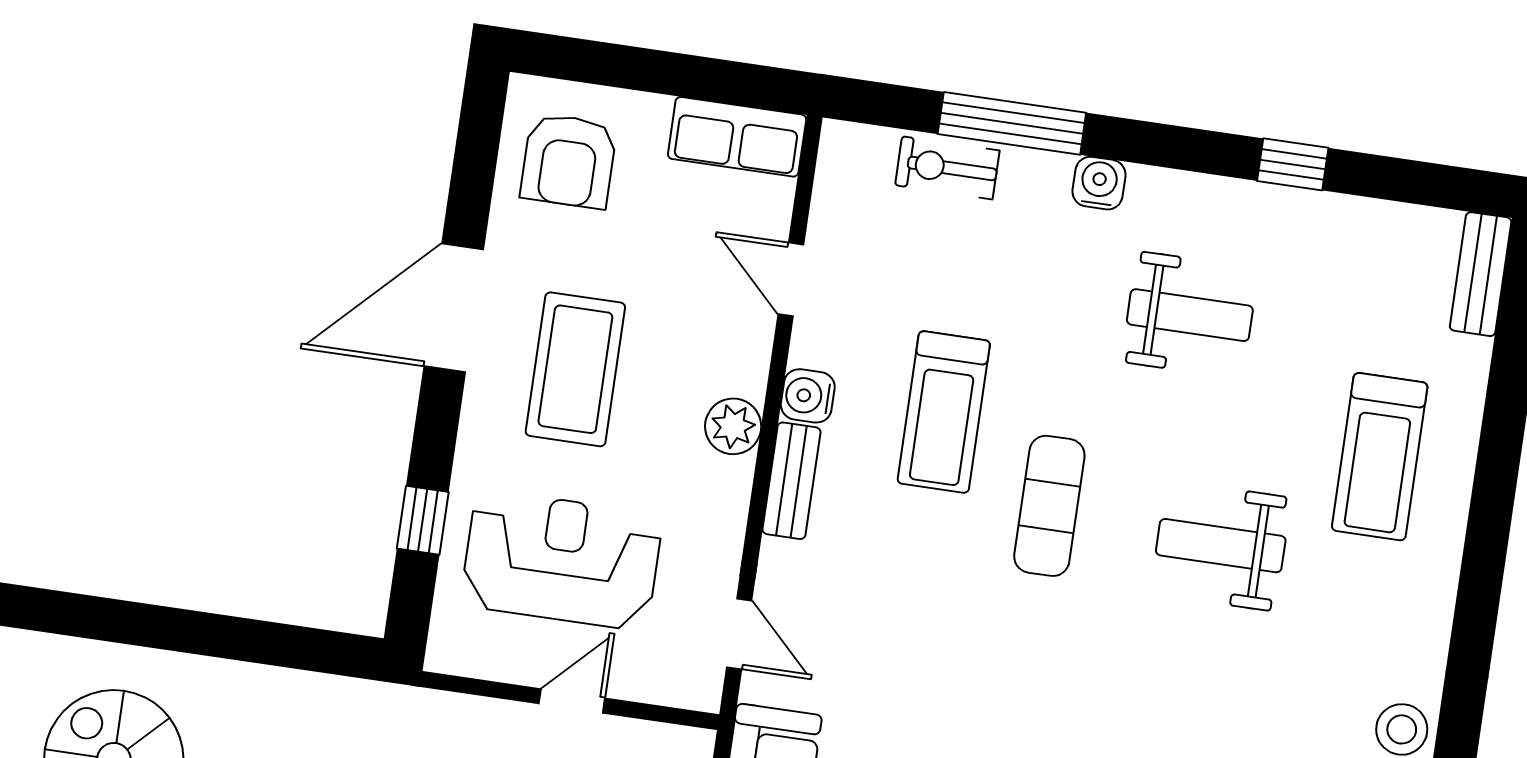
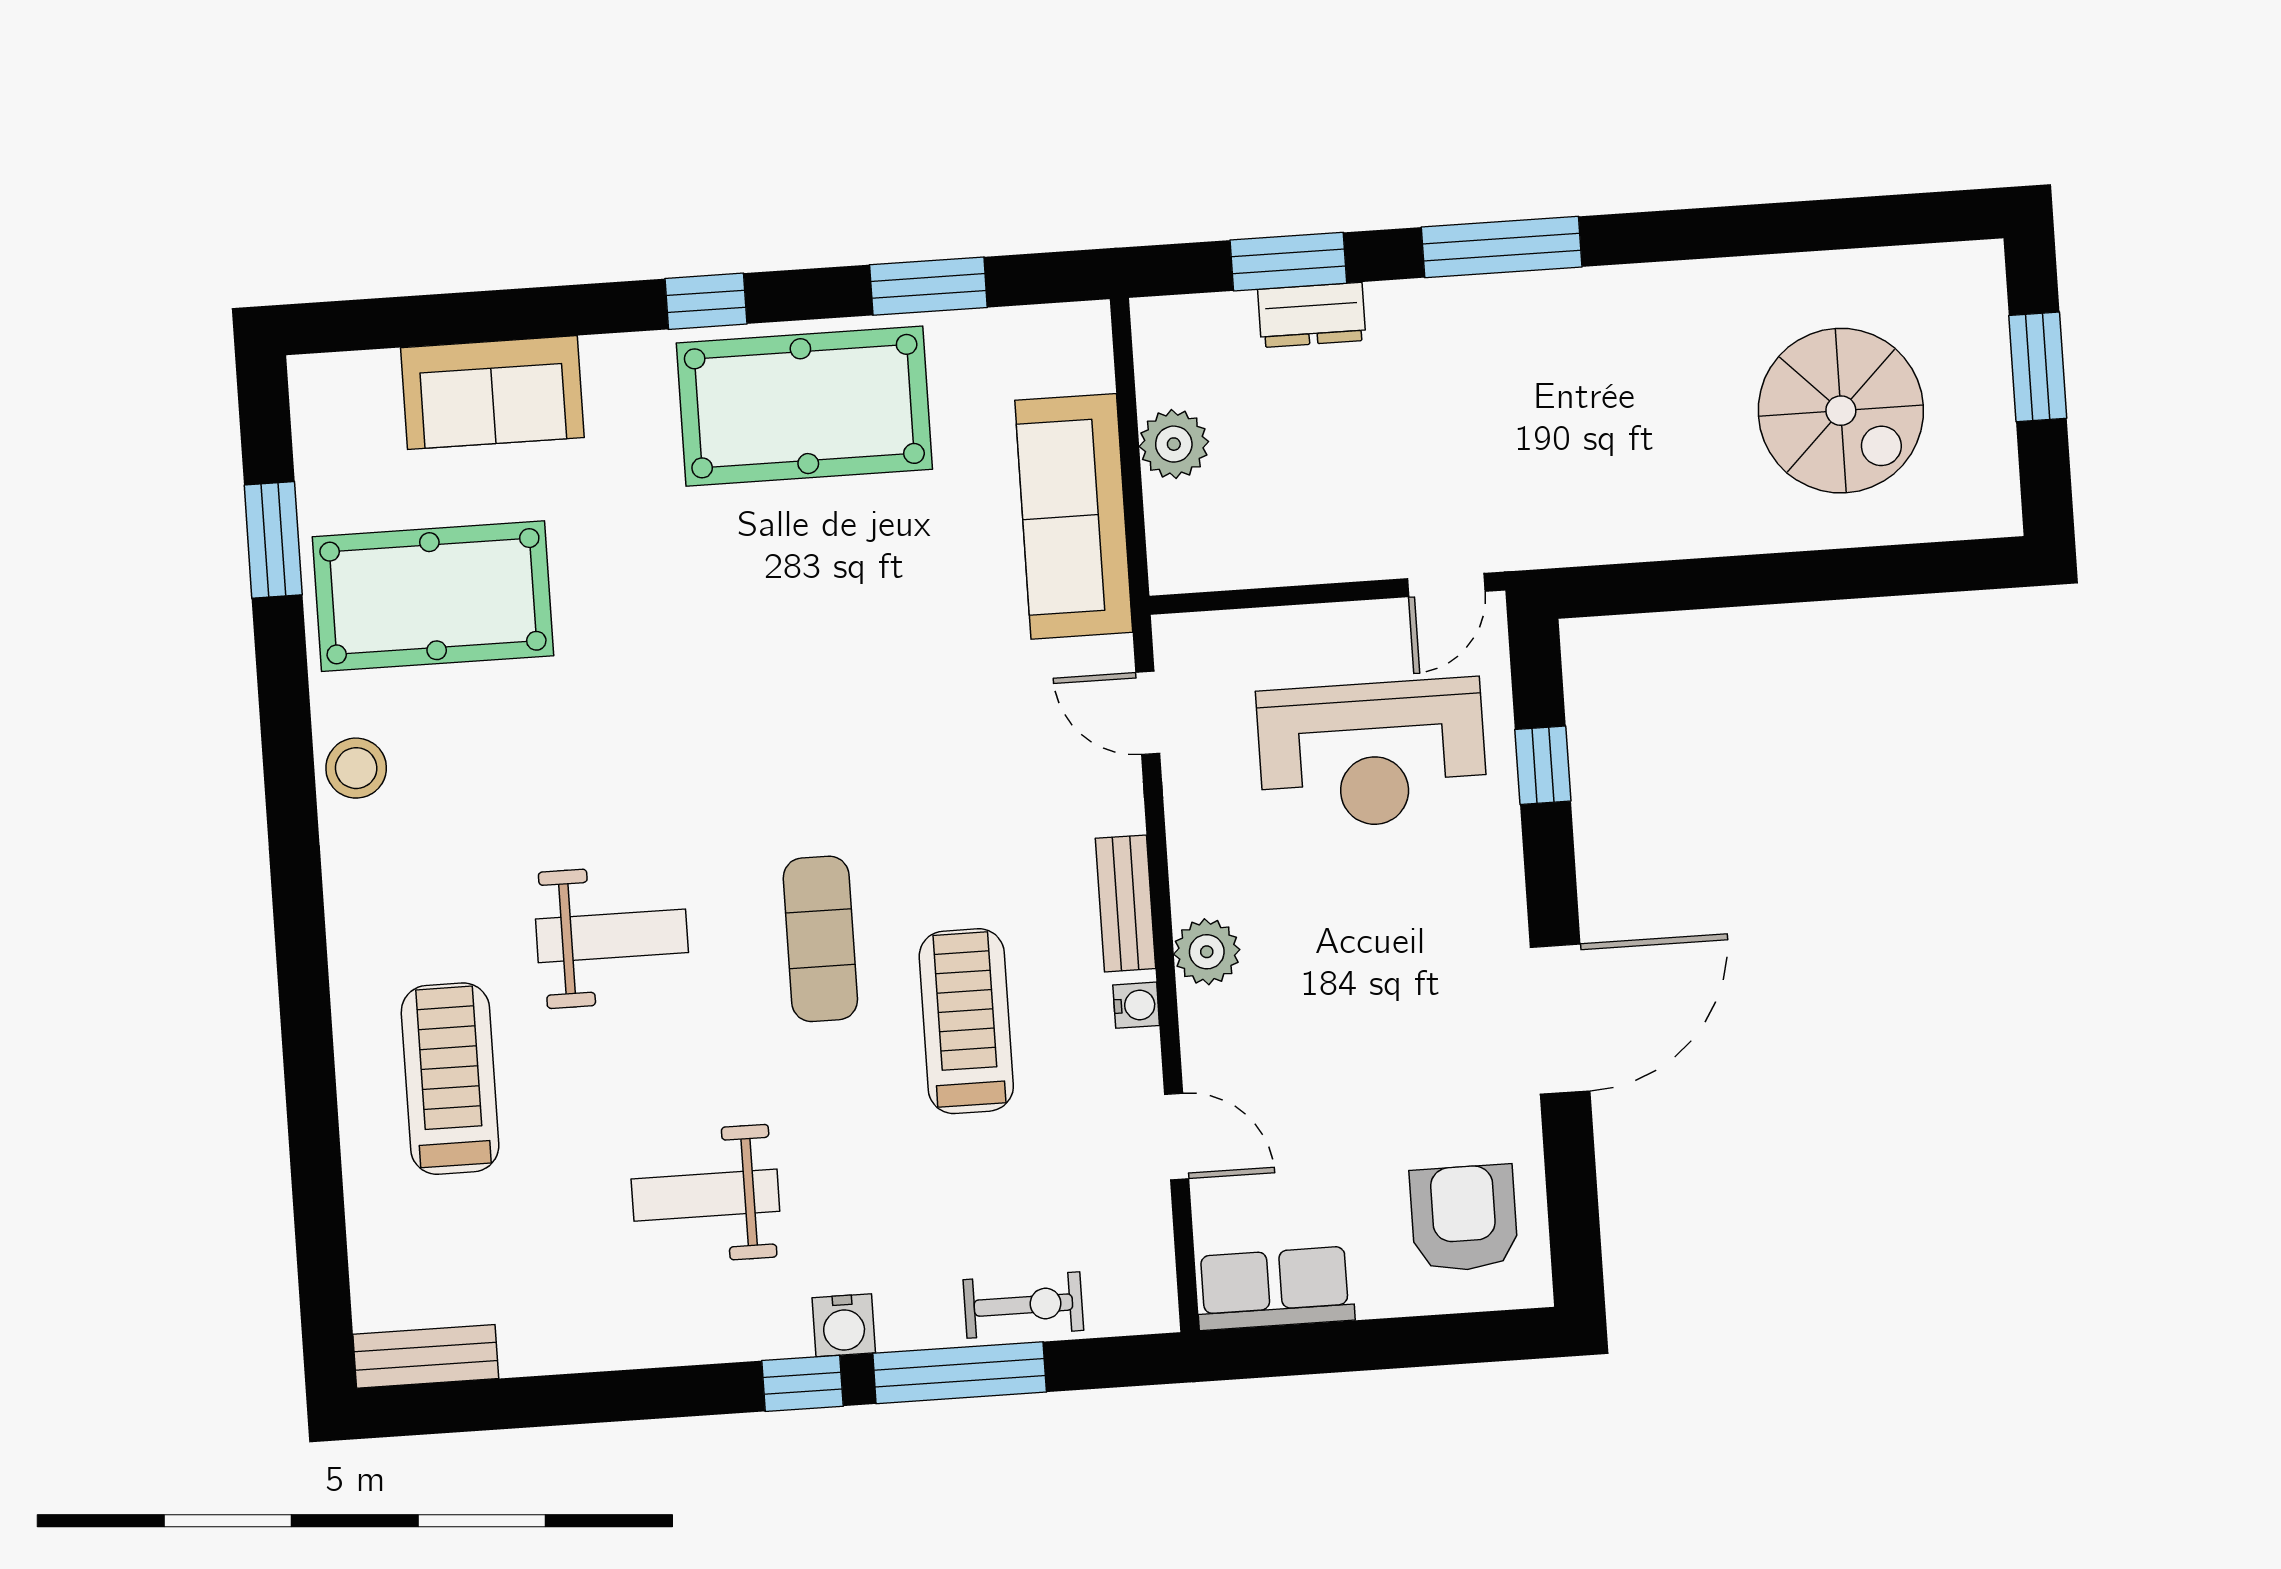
window: (1293, 164) -> (802, 1383), moved
bench: (1481, 274) -> (426, 1356), moved, turned 90
coffee table: (575, 369) -> (1404, 978), removed
water cooler: (808, 396) -> (1136, 1005), width x0.72, depth x0.72
door: (572, 701) -> (1446, 585), moved

